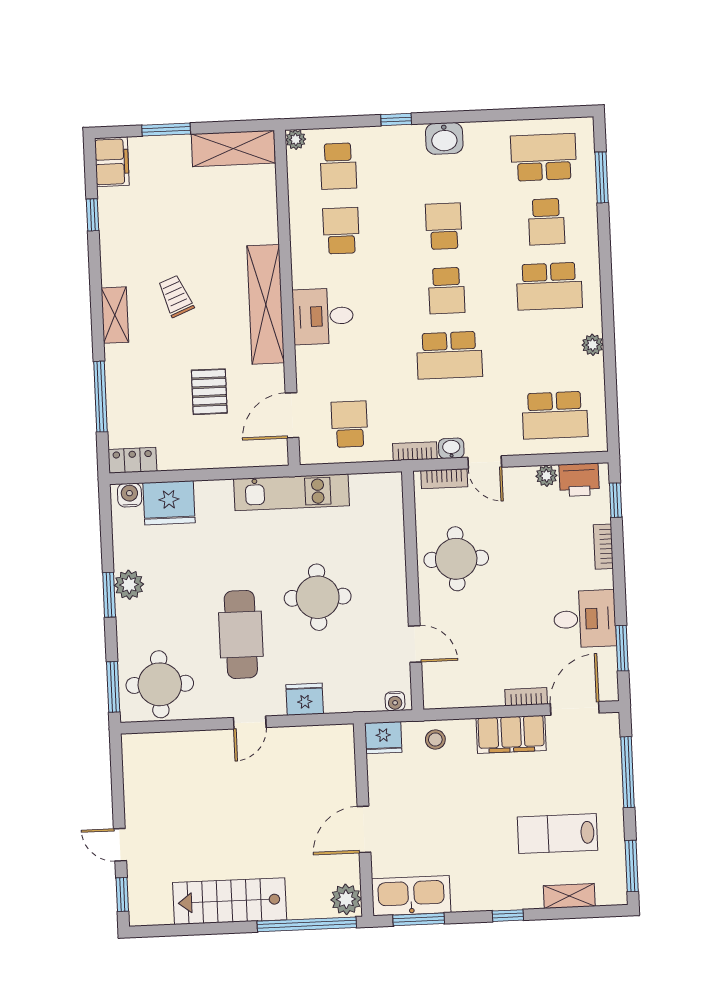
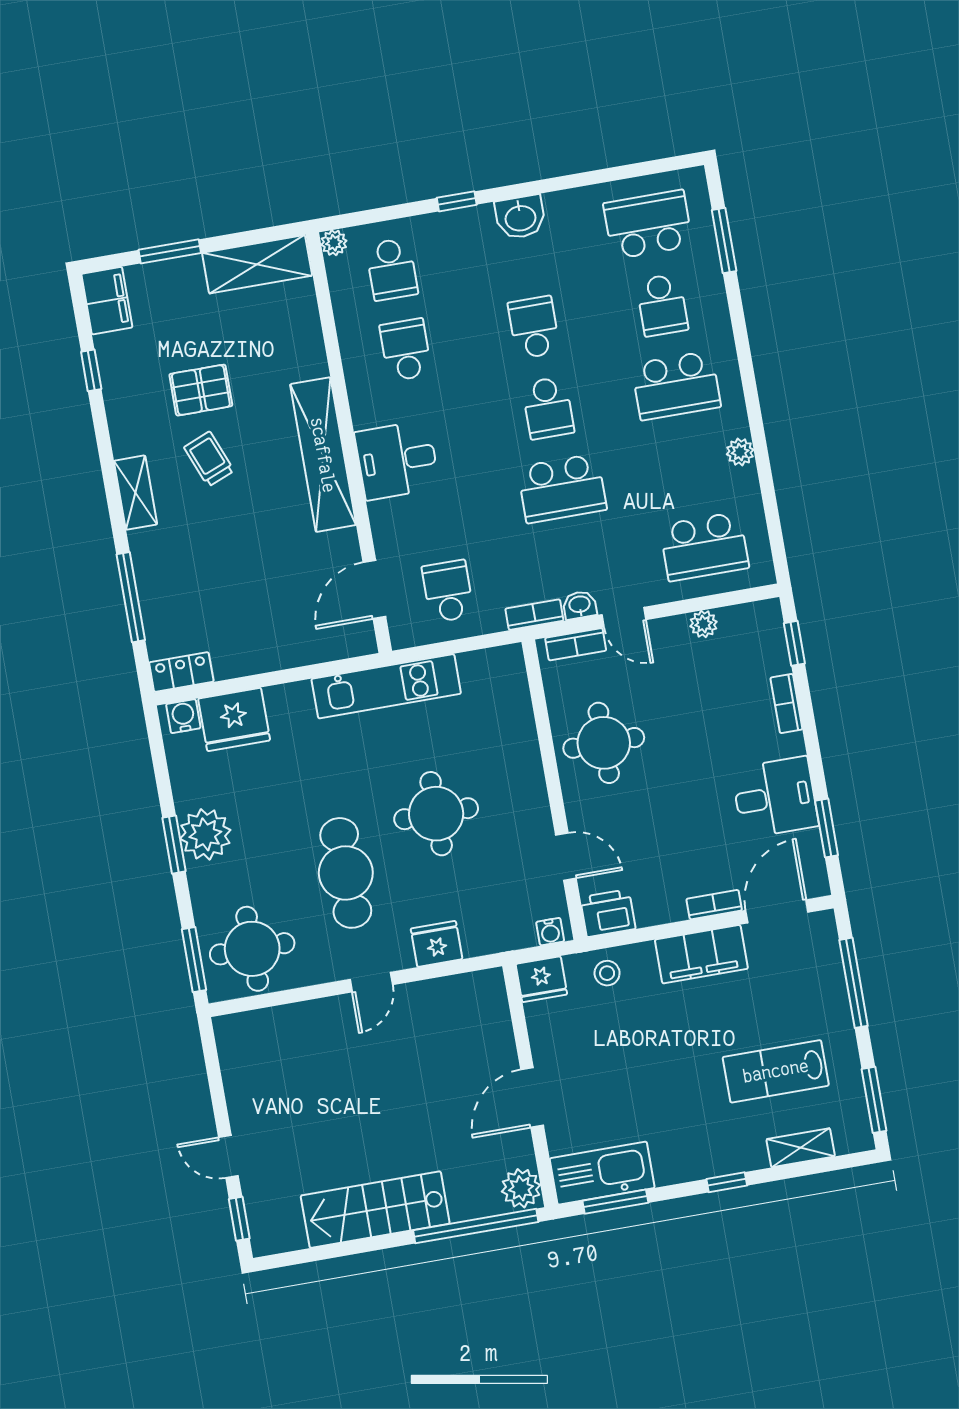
pallet: (209, 392) -> (201, 390), moved, turned 90
printer: (579, 480) -> (608, 913), moved, turned 180
plant: (129, 585) -> (205, 834), width x1.36, depth x1.36

